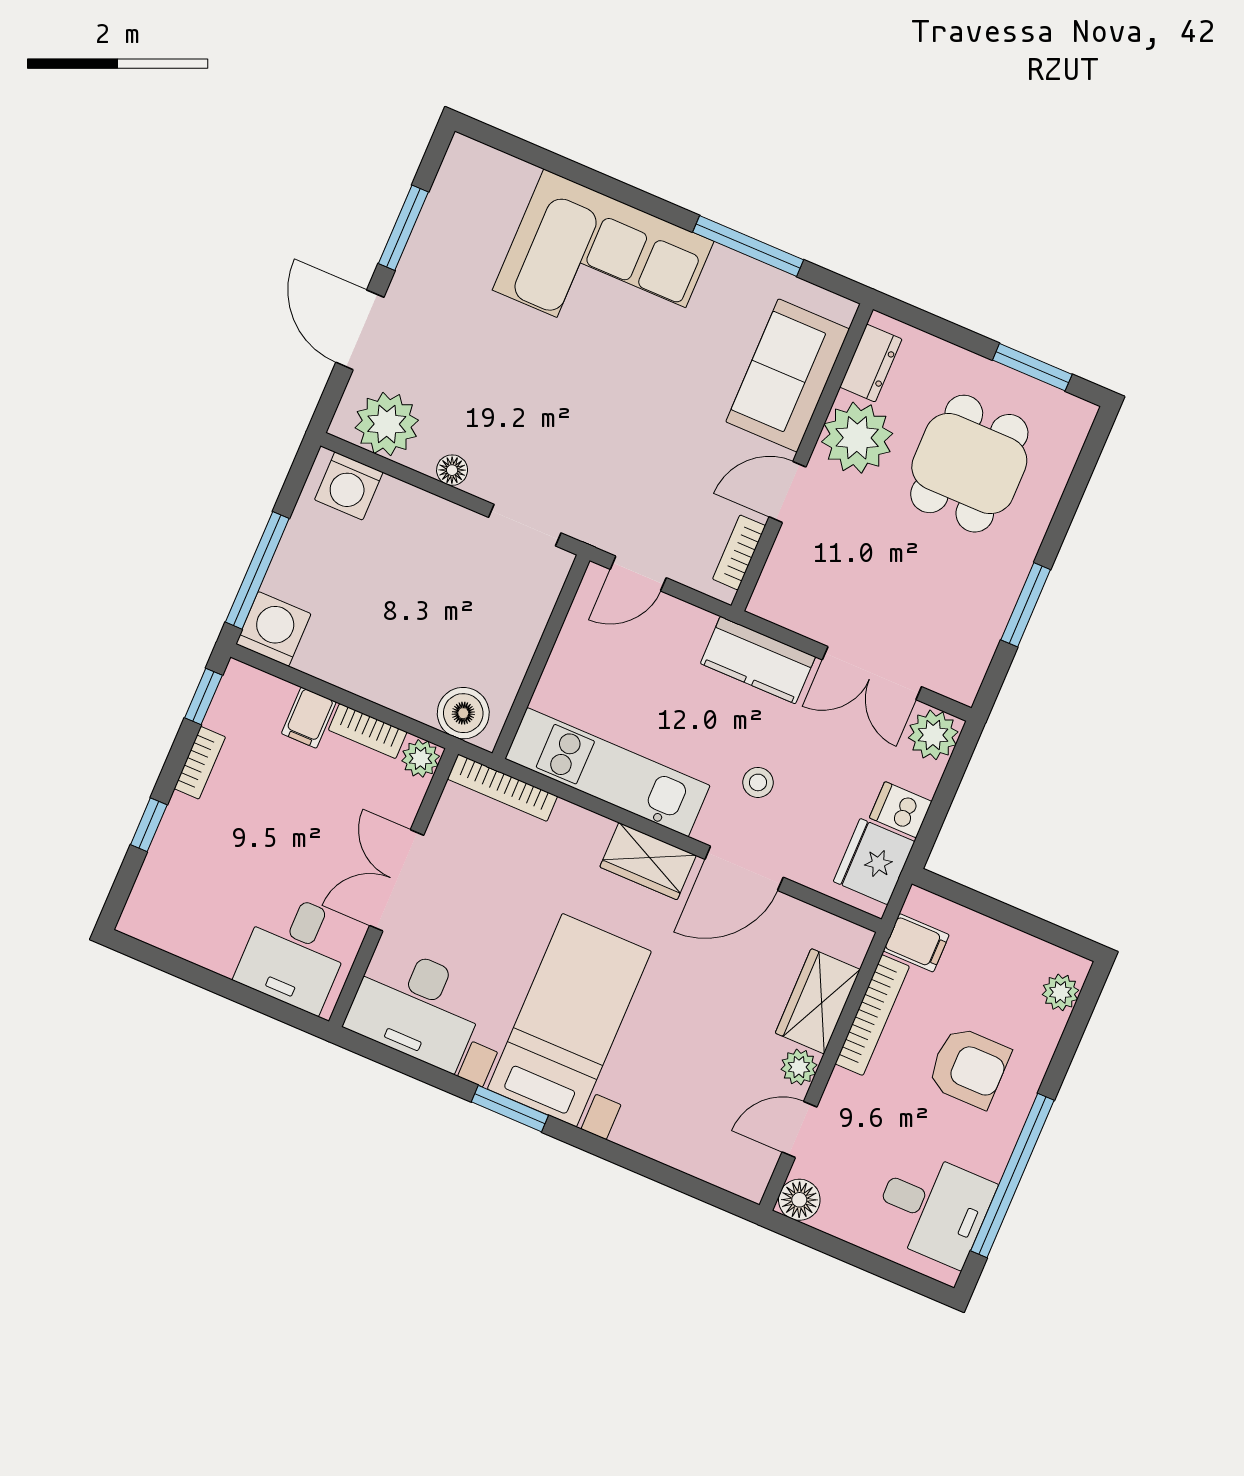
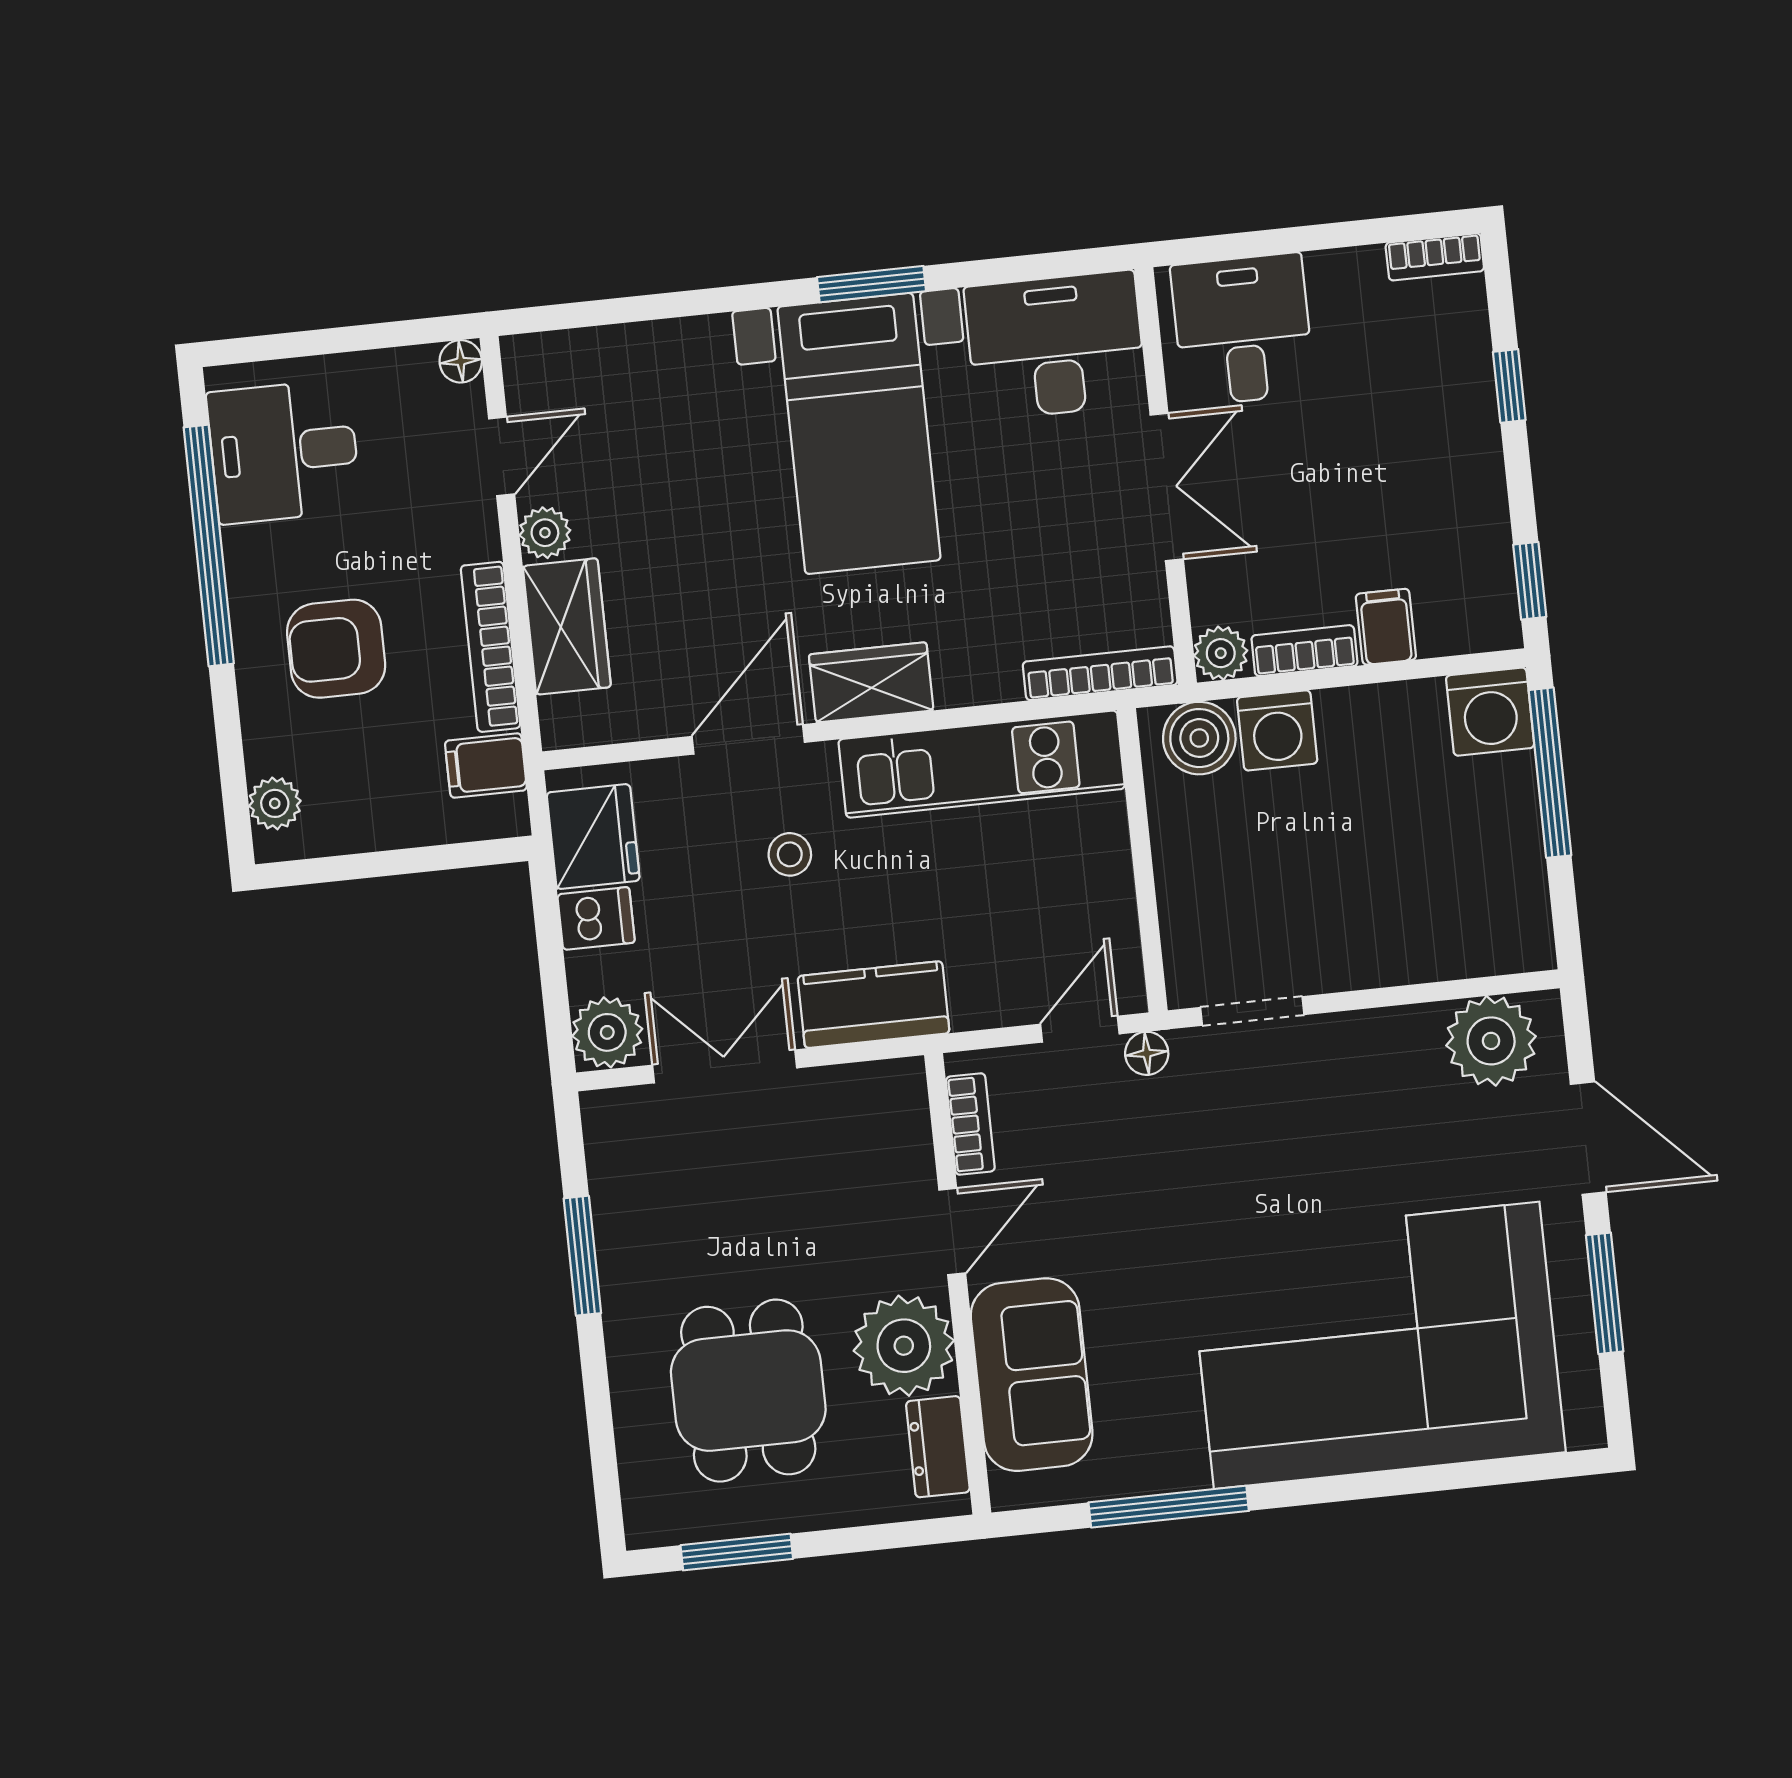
corner sofa: (603, 266) -> (1377, 1345), width x1.36, depth x1.36
floor lamp: (452, 470) -> (1147, 1053), moved
washing machine: (349, 486) -> (1277, 730), moved, turned 180
bookcase: (200, 763) -> (1435, 257), moved, turned -90
floor lamp: (799, 1200) -> (461, 361), width x0.73, depth x0.73

